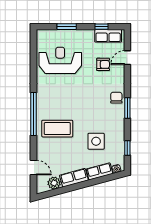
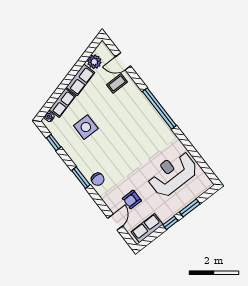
window: (102, 27) -> (170, 223), moved
reception desk: (60, 60) -> (172, 174), turned 180
coffee table: (57, 129) -> (117, 83), moved, width x0.54, depth x0.58

